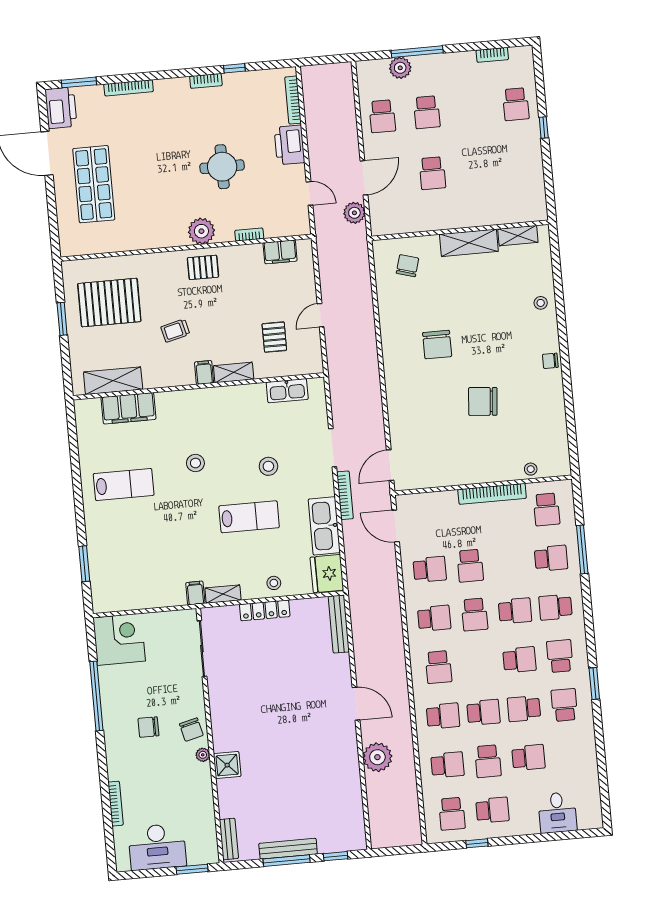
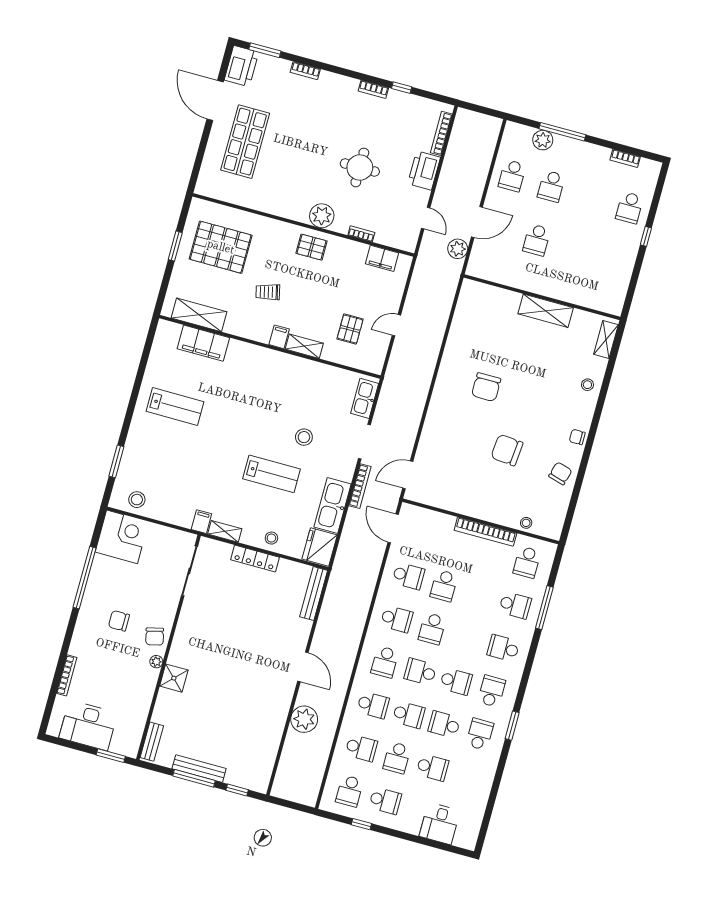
bookcase: (129, 88) -> (305, 71), width x0.64
shelving: (518, 236) -> (606, 340), moved, turned 90
chair: (407, 266) -> (560, 473), moved
kitchen sink: (287, 391) -> (365, 398), moved, turned 90
stool: (195, 463) -> (137, 500), moved
school desk: (515, 611) -> (420, 672), moved, turned 180

